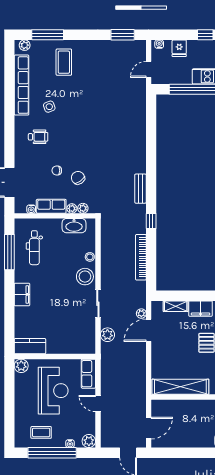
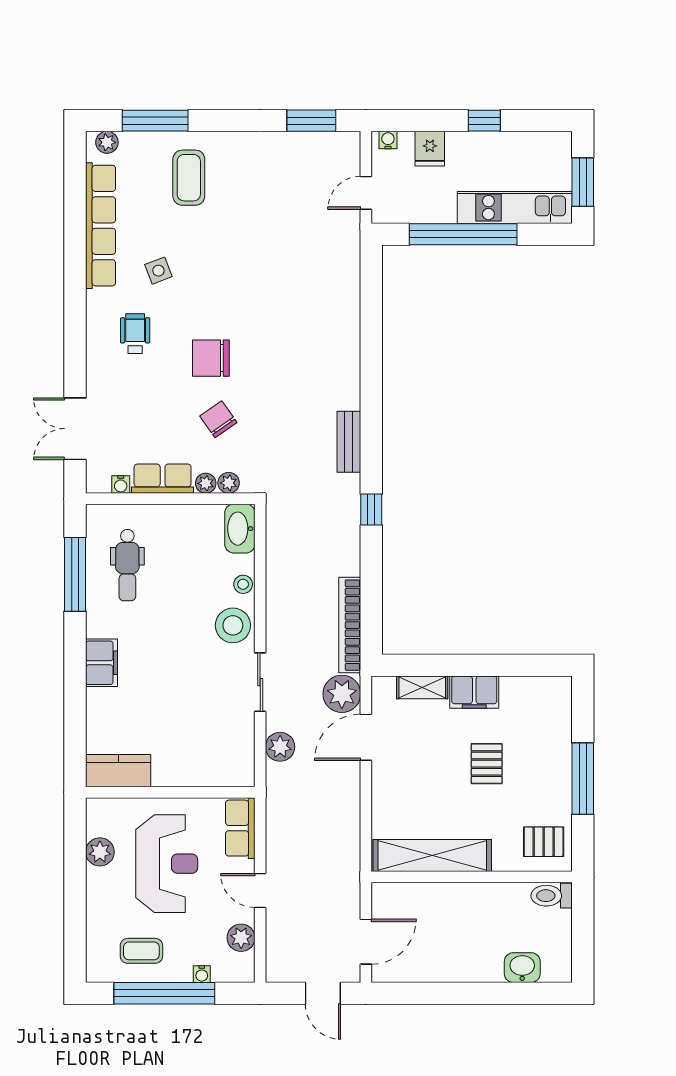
wheelchair: (38, 137) -> (135, 334), turned -90
chair: (57, 170) -> (211, 358), moved, width x1.87, depth x1.87
washbasin: (74, 226) -> (240, 529), moved, turned 90
bookcase: (141, 257) -> (350, 625), moved
plant: (141, 314) -> (342, 694), width x1.88, depth x1.88
plant: (21, 366) -> (100, 852), moved
plant: (89, 441) -> (241, 938), moved

